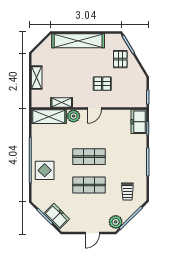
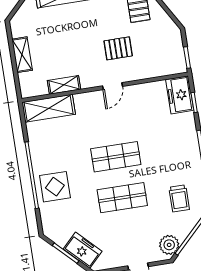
plant: (74, 116) -> (84, 102), removed

